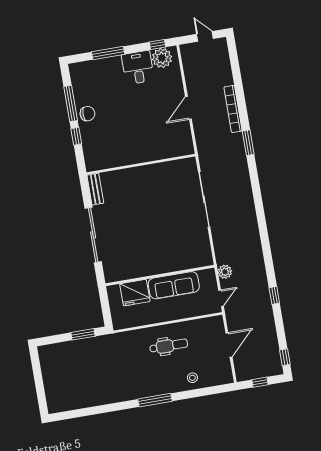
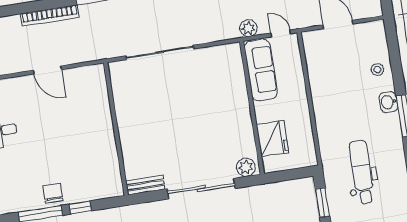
plant: (111, 271) -> (246, 167), added
sofa: (174, 285) -> (261, 70), moved
dental chair: (169, 346) -> (362, 172), moved, width x1.36, depth x1.38
washbasin: (166, 387) -> (388, 102), added

